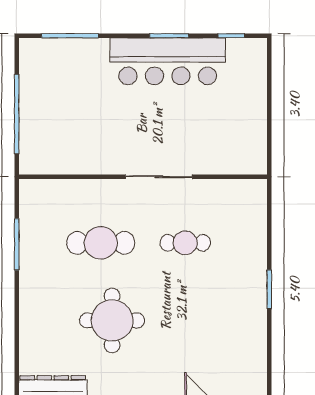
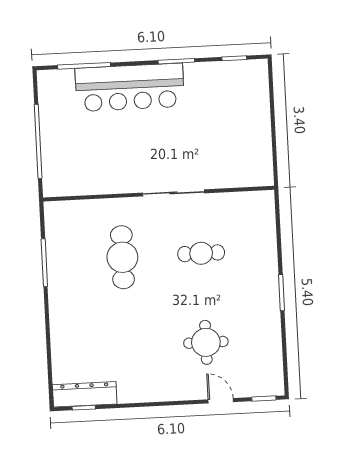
bar counter: (168, 61) -> (130, 87), moved
cafe table: (101, 243) -> (122, 257), turned 90
round table: (112, 320) -> (206, 342), moved, width x0.73, depth x0.73

